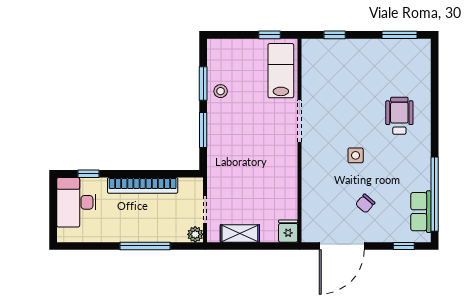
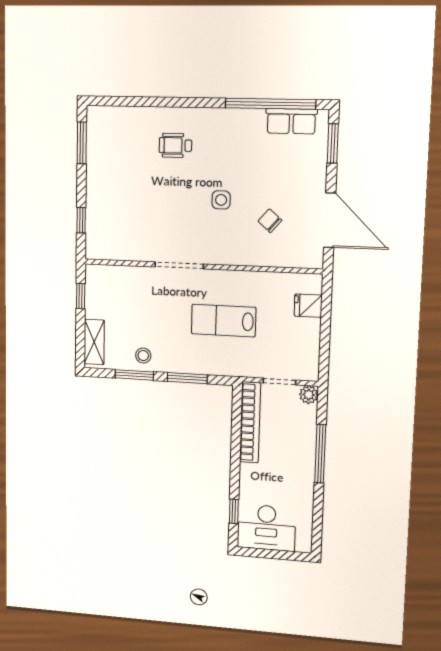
lab bench: (281, 71) -> (224, 321), moved
wheelchair: (399, 116) -> (175, 145), width x0.73, depth x0.73
bookcase: (143, 185) -> (250, 422), moved
chair: (365, 204) -> (270, 221), moved, turned 180
fridge: (288, 231) -> (308, 306), moved
shelving: (240, 233) -> (94, 342), moved
window: (404, 246) -> (333, 144), width x1.50

